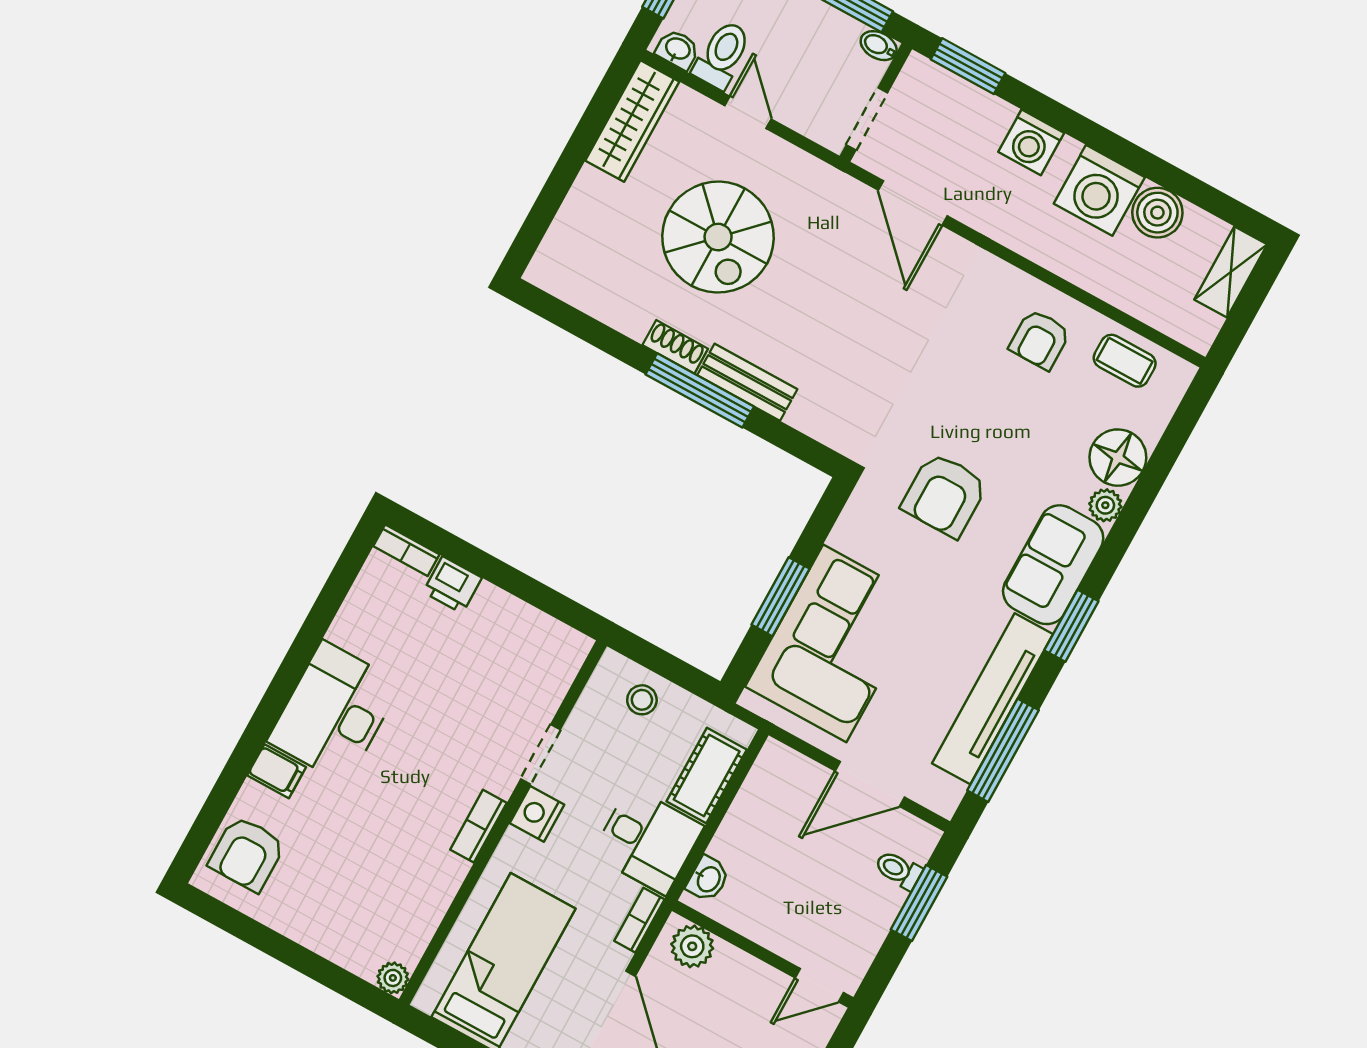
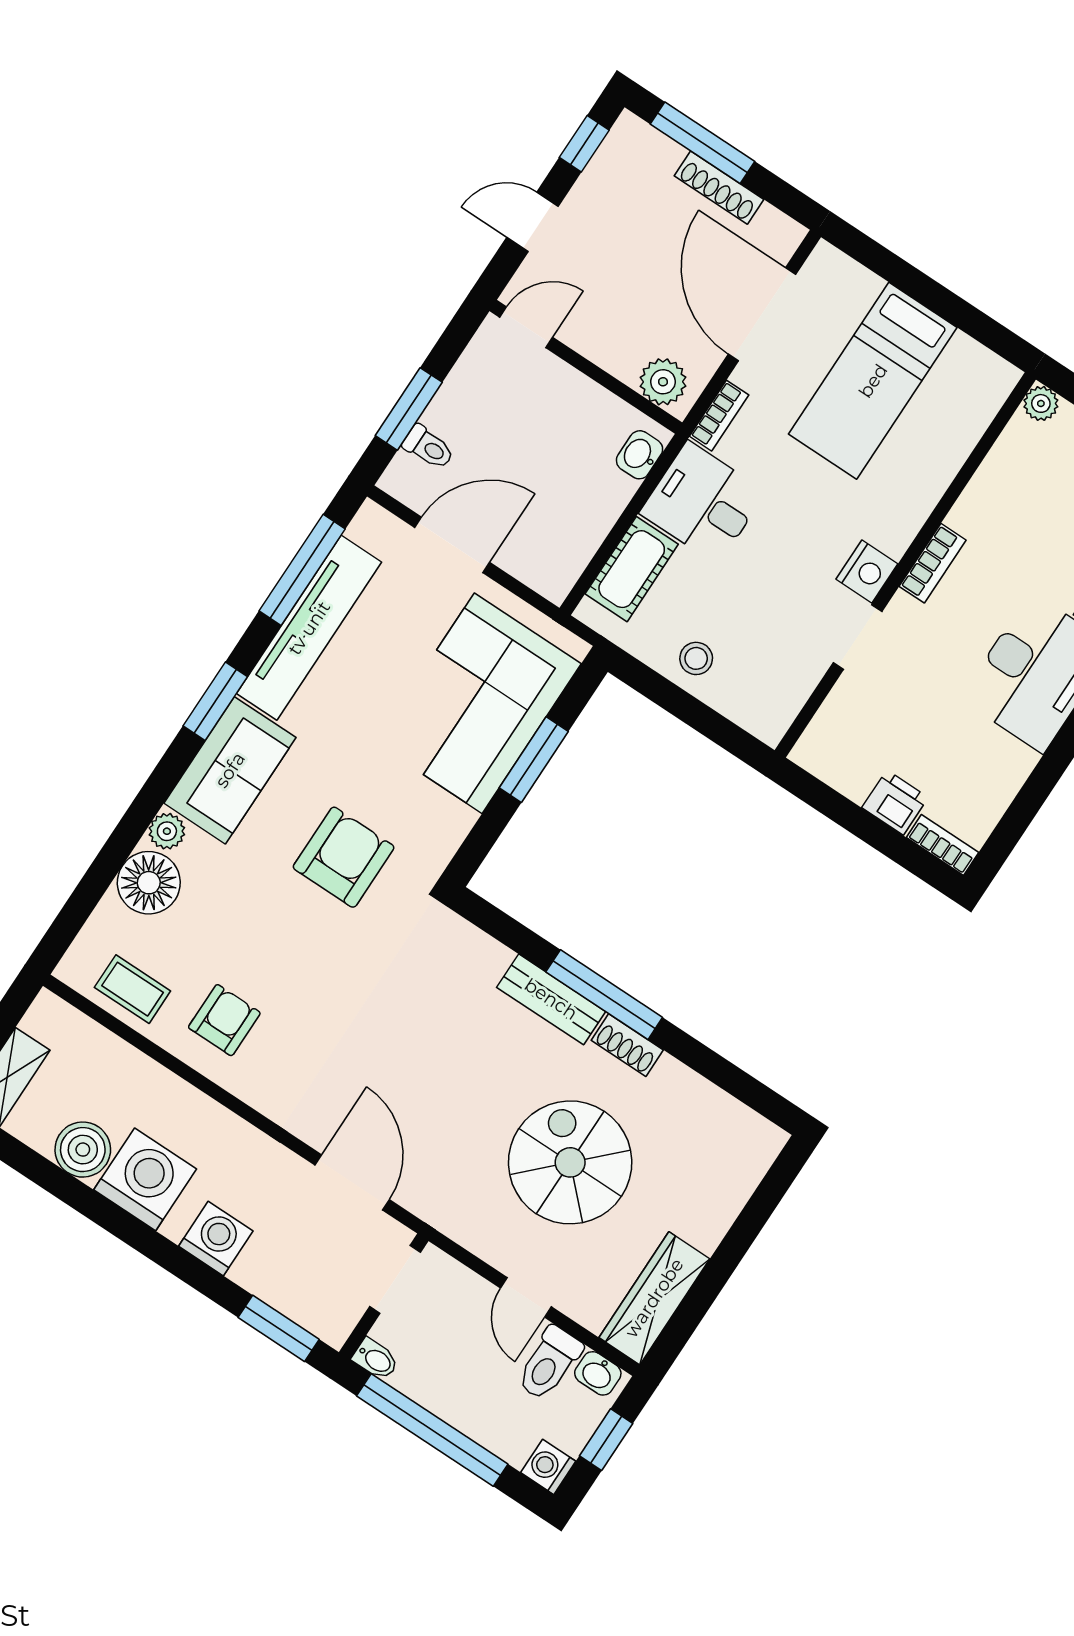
doorway: (540, 754) -> (858, 637), moved
nightstand: (537, 814) -> (867, 572), moved
wall: (503, 823) -> (905, 565), moved
bookcase: (478, 826) -> (933, 563), moved
plant: (393, 978) -> (1041, 403), moved

